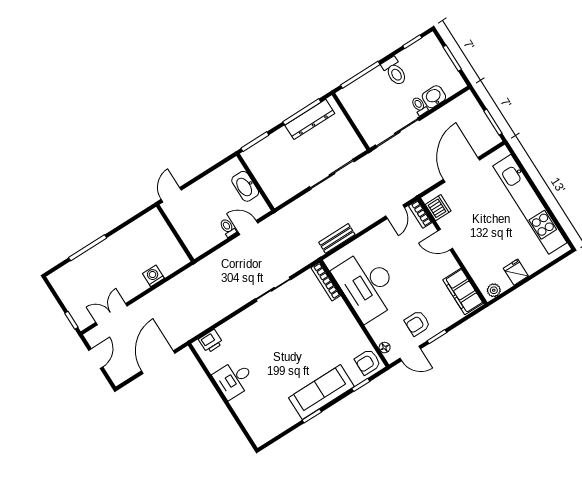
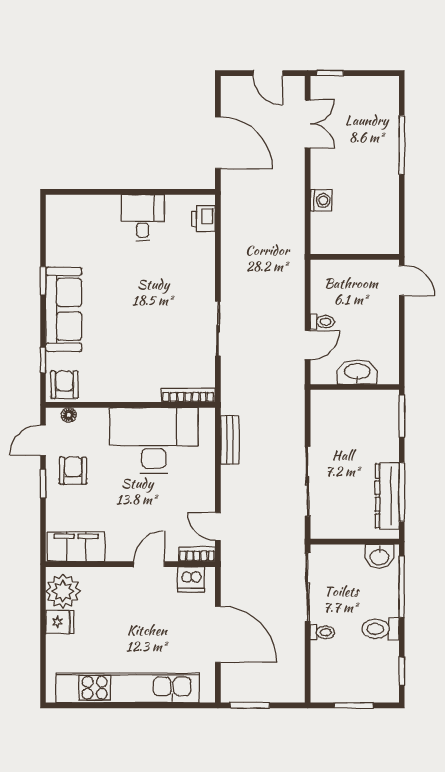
washbasin: (434, 97) -> (379, 556), moved, turned 90
plant: (494, 290) -> (63, 591), width x1.88, depth x1.88

